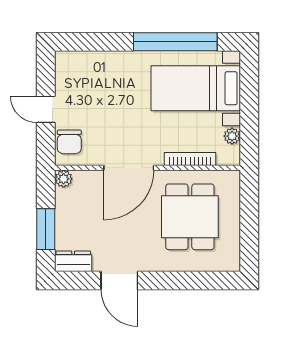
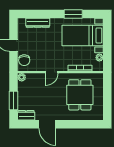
window: (175, 42) -> (73, 14), width x0.47
dresser: (98, 61) -> (38, 23), added
door: (129, 168) -> (52, 72), width x0.53

